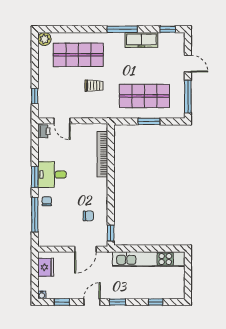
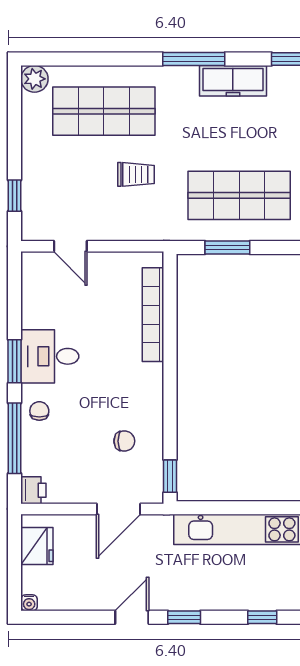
window: (149, 121) -> (227, 248), moved
printer: (44, 131) -> (33, 490), moved
window: (62, 302) -> (70, 617), removed

